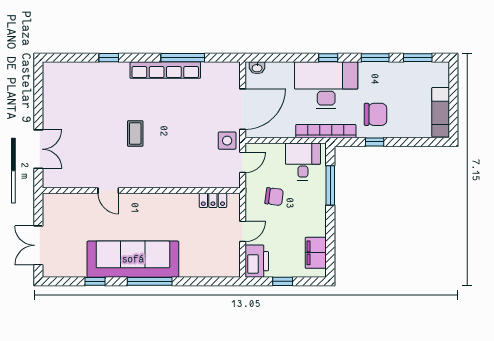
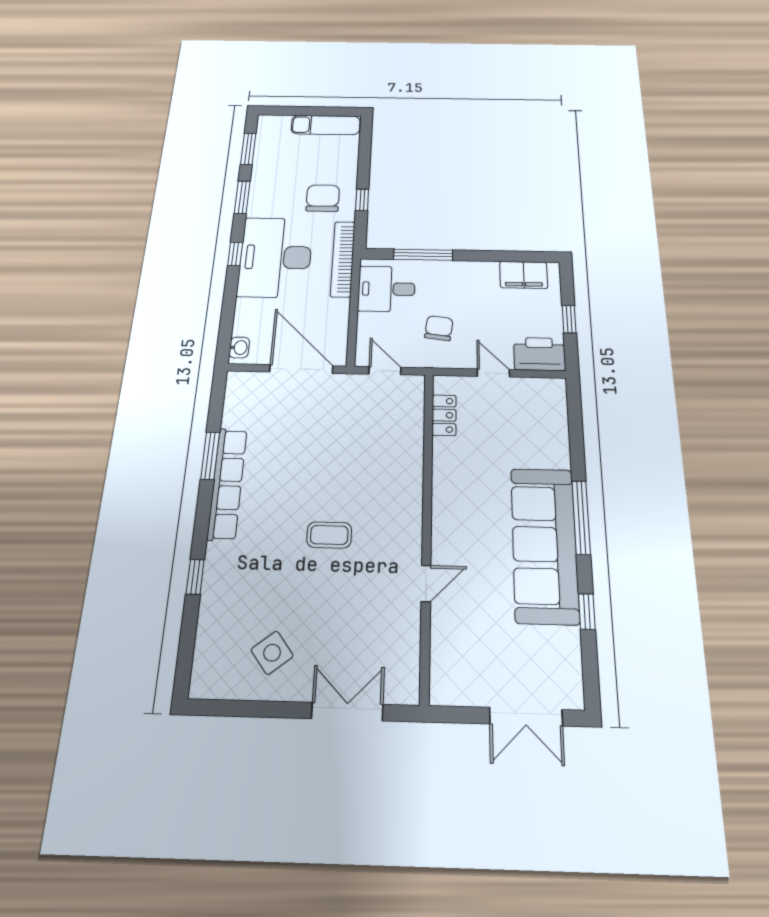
window: (183, 58) -> (210, 456), width x0.69
side table: (227, 141) -> (272, 653), moved, turned -38

